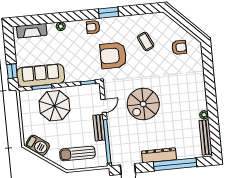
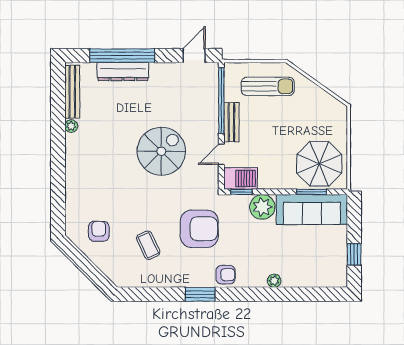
fireplace: (32, 31) -> (318, 278), removed
armchair: (179, 47) -> (99, 231), turned 90
window: (12, 71) -> (354, 254), moved
plant: (73, 74) -> (262, 207), added
parasol: (55, 106) -> (319, 164), moved
barbecue: (38, 145) -> (241, 178), moved, turned 145
dresser: (159, 155) -> (123, 72), moved

